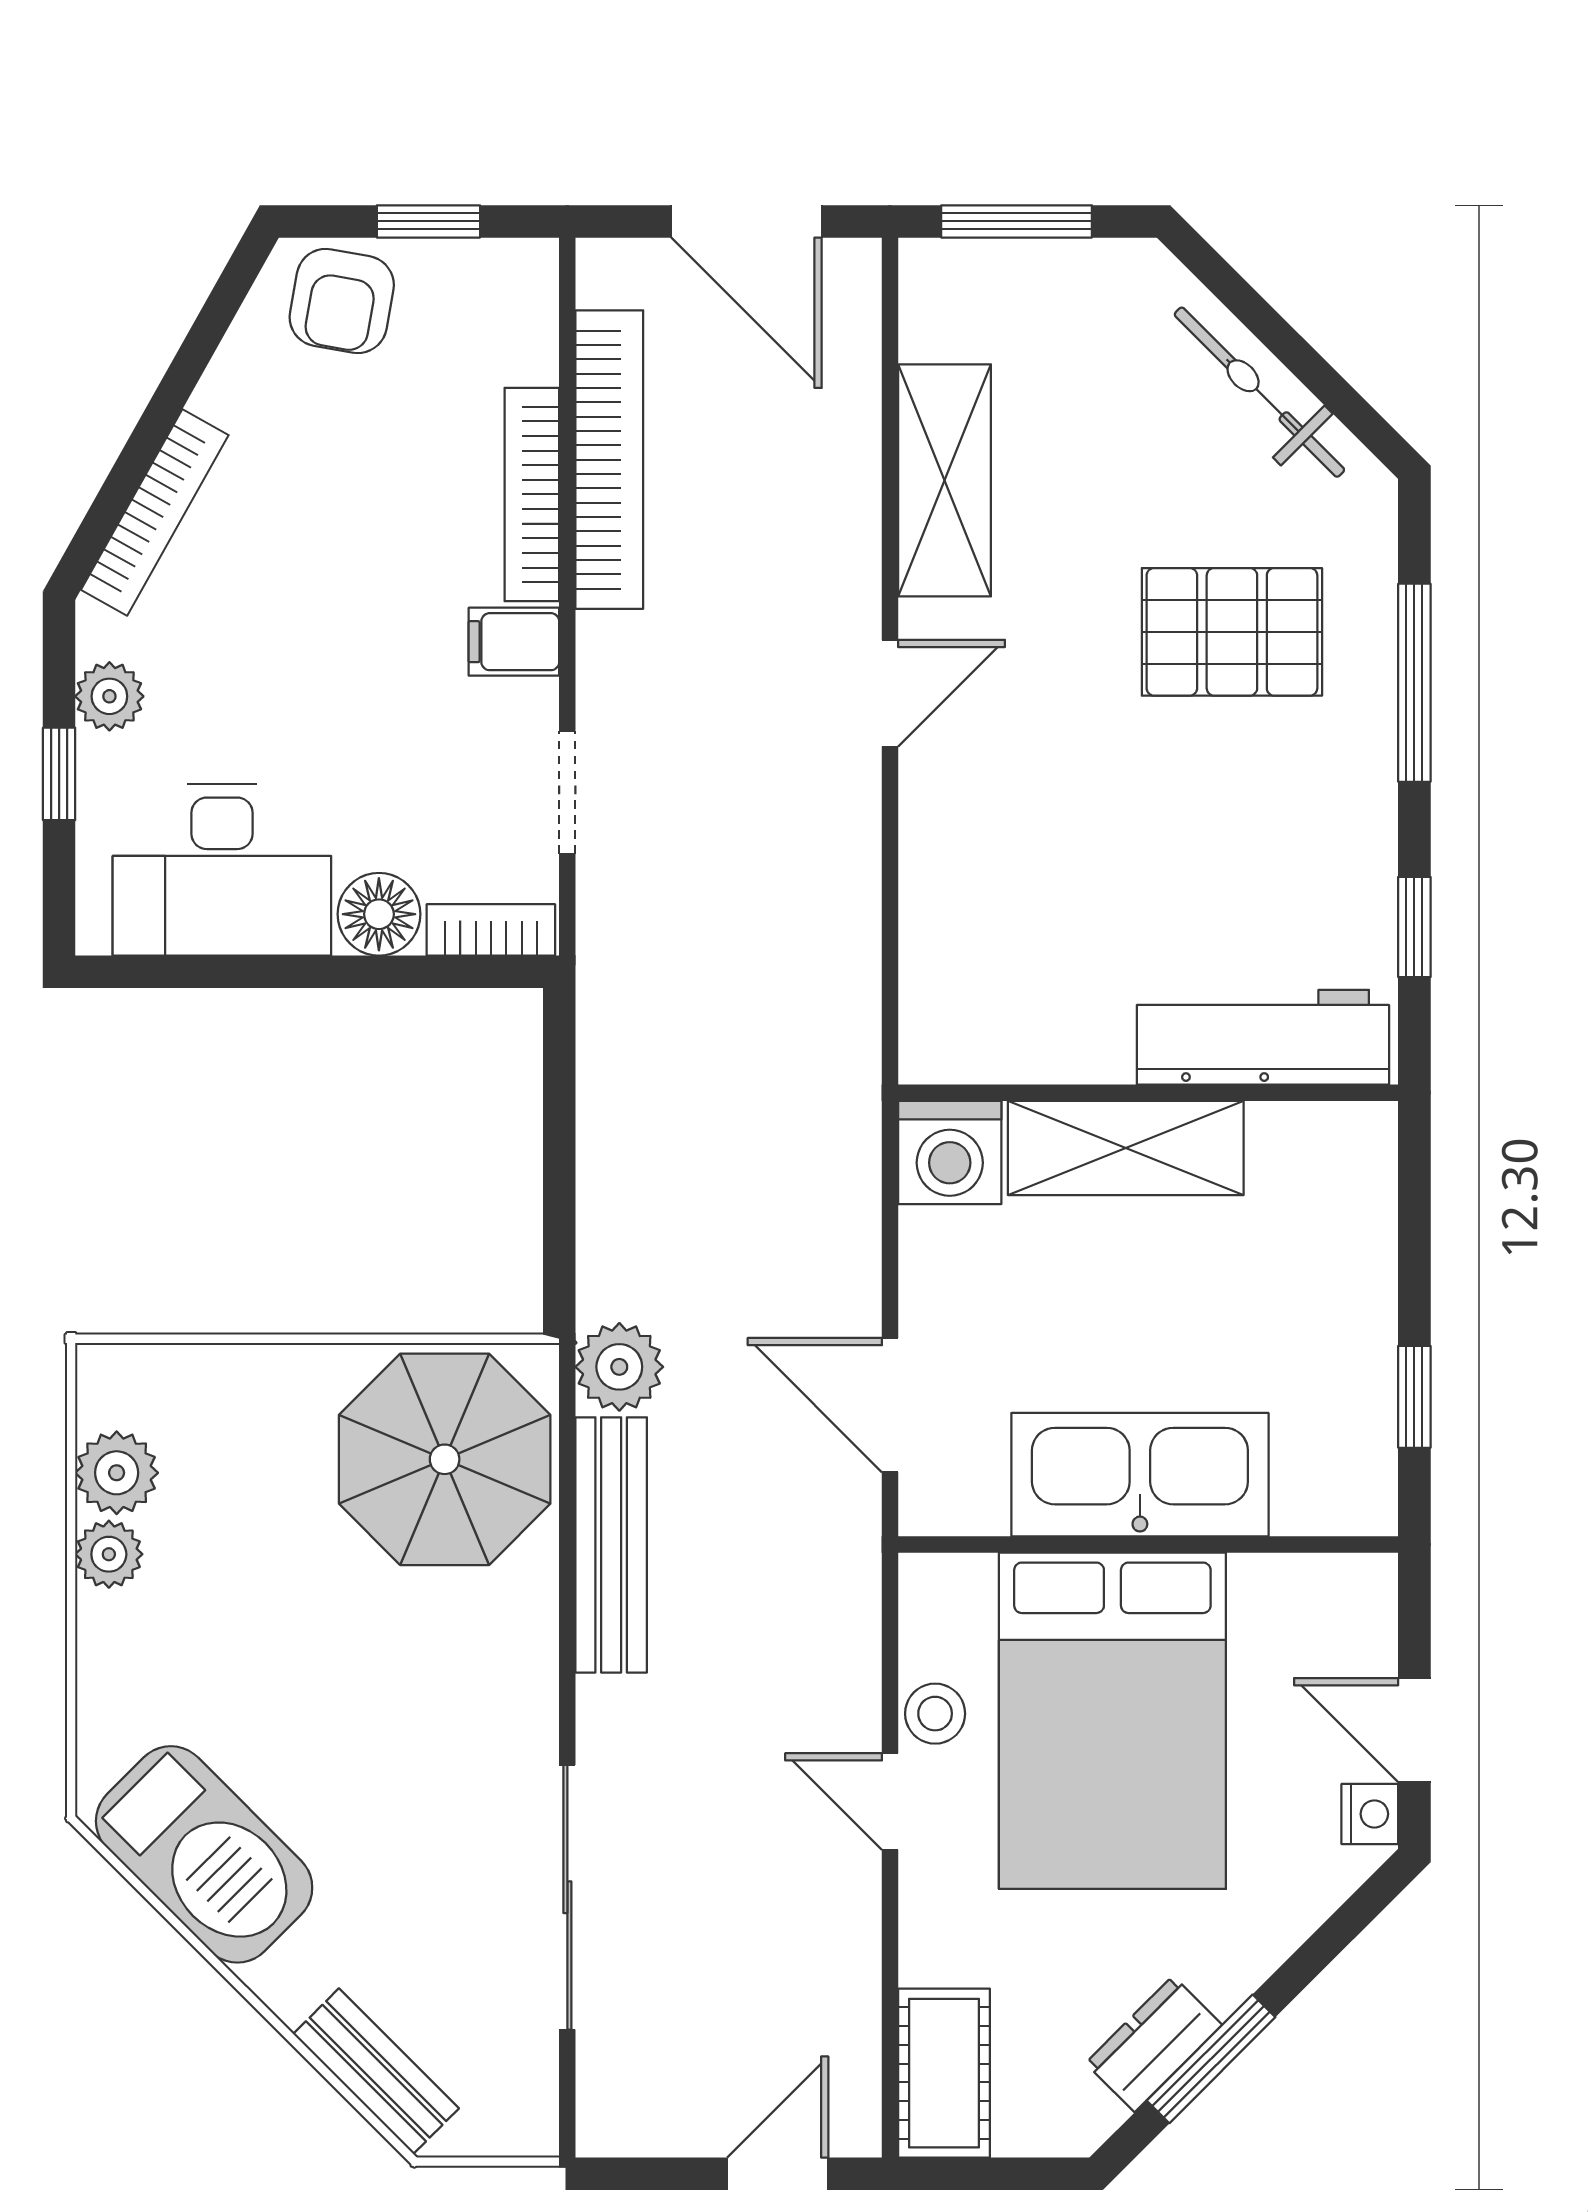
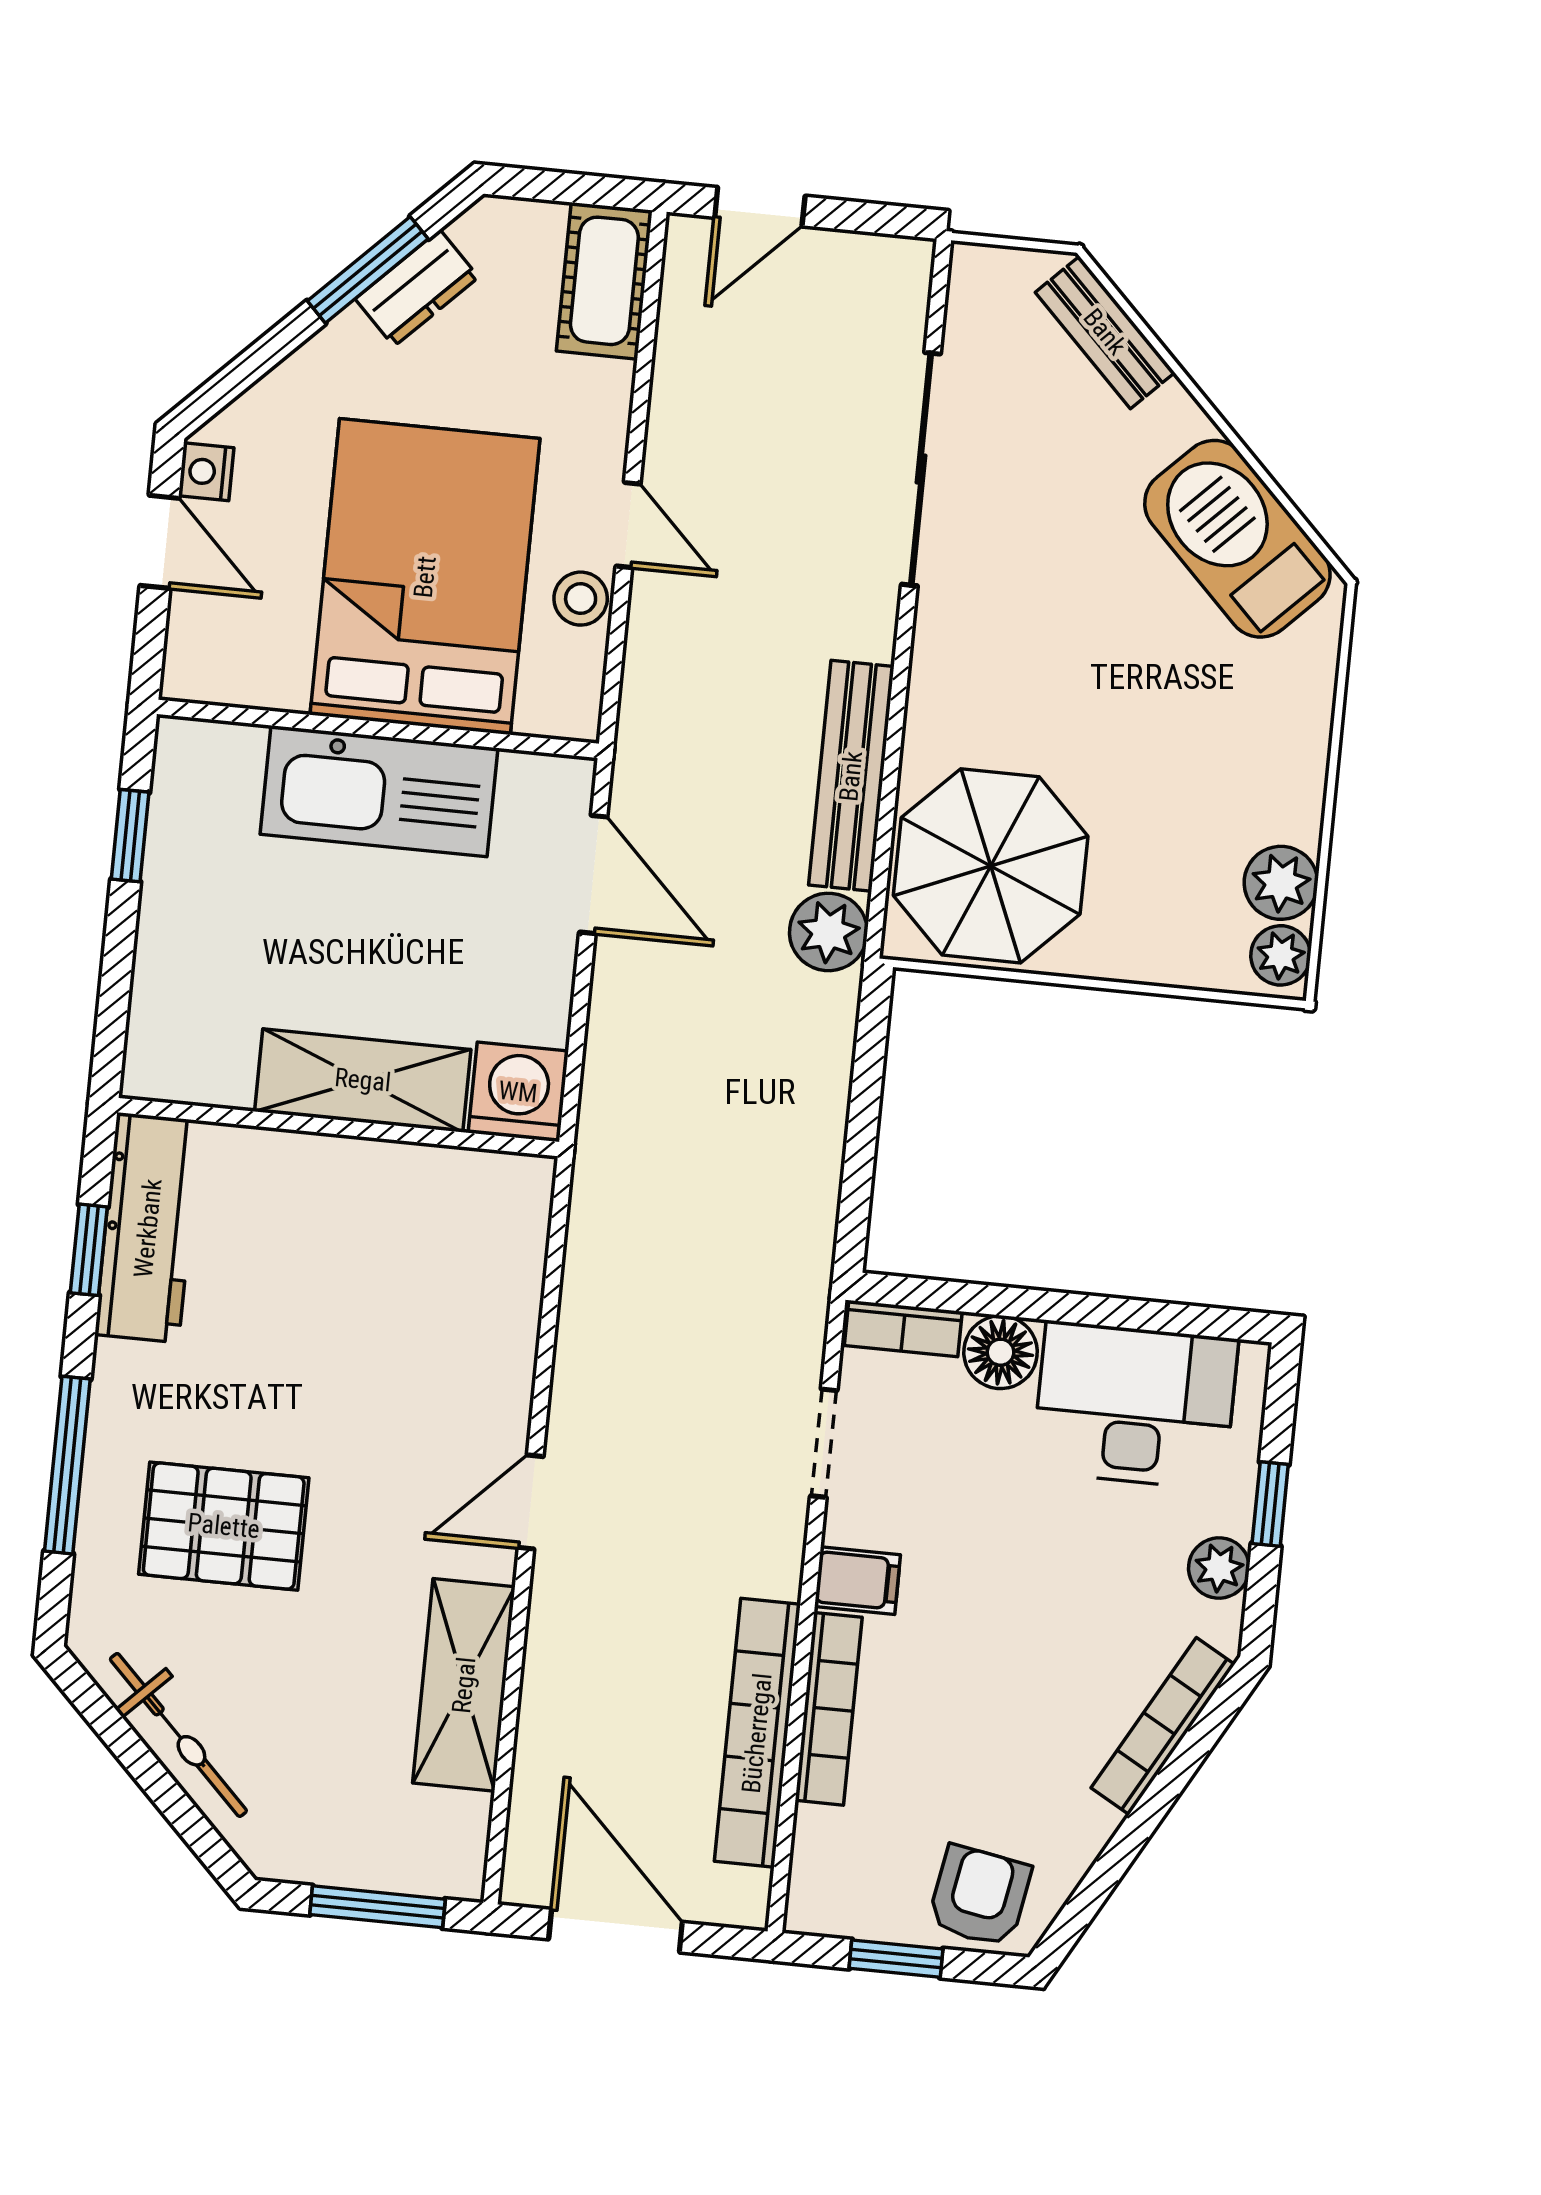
workbench: (1263, 1037) -> (148, 1228), moved, turned -90
plant: (109, 1554) -> (1281, 955), moved

